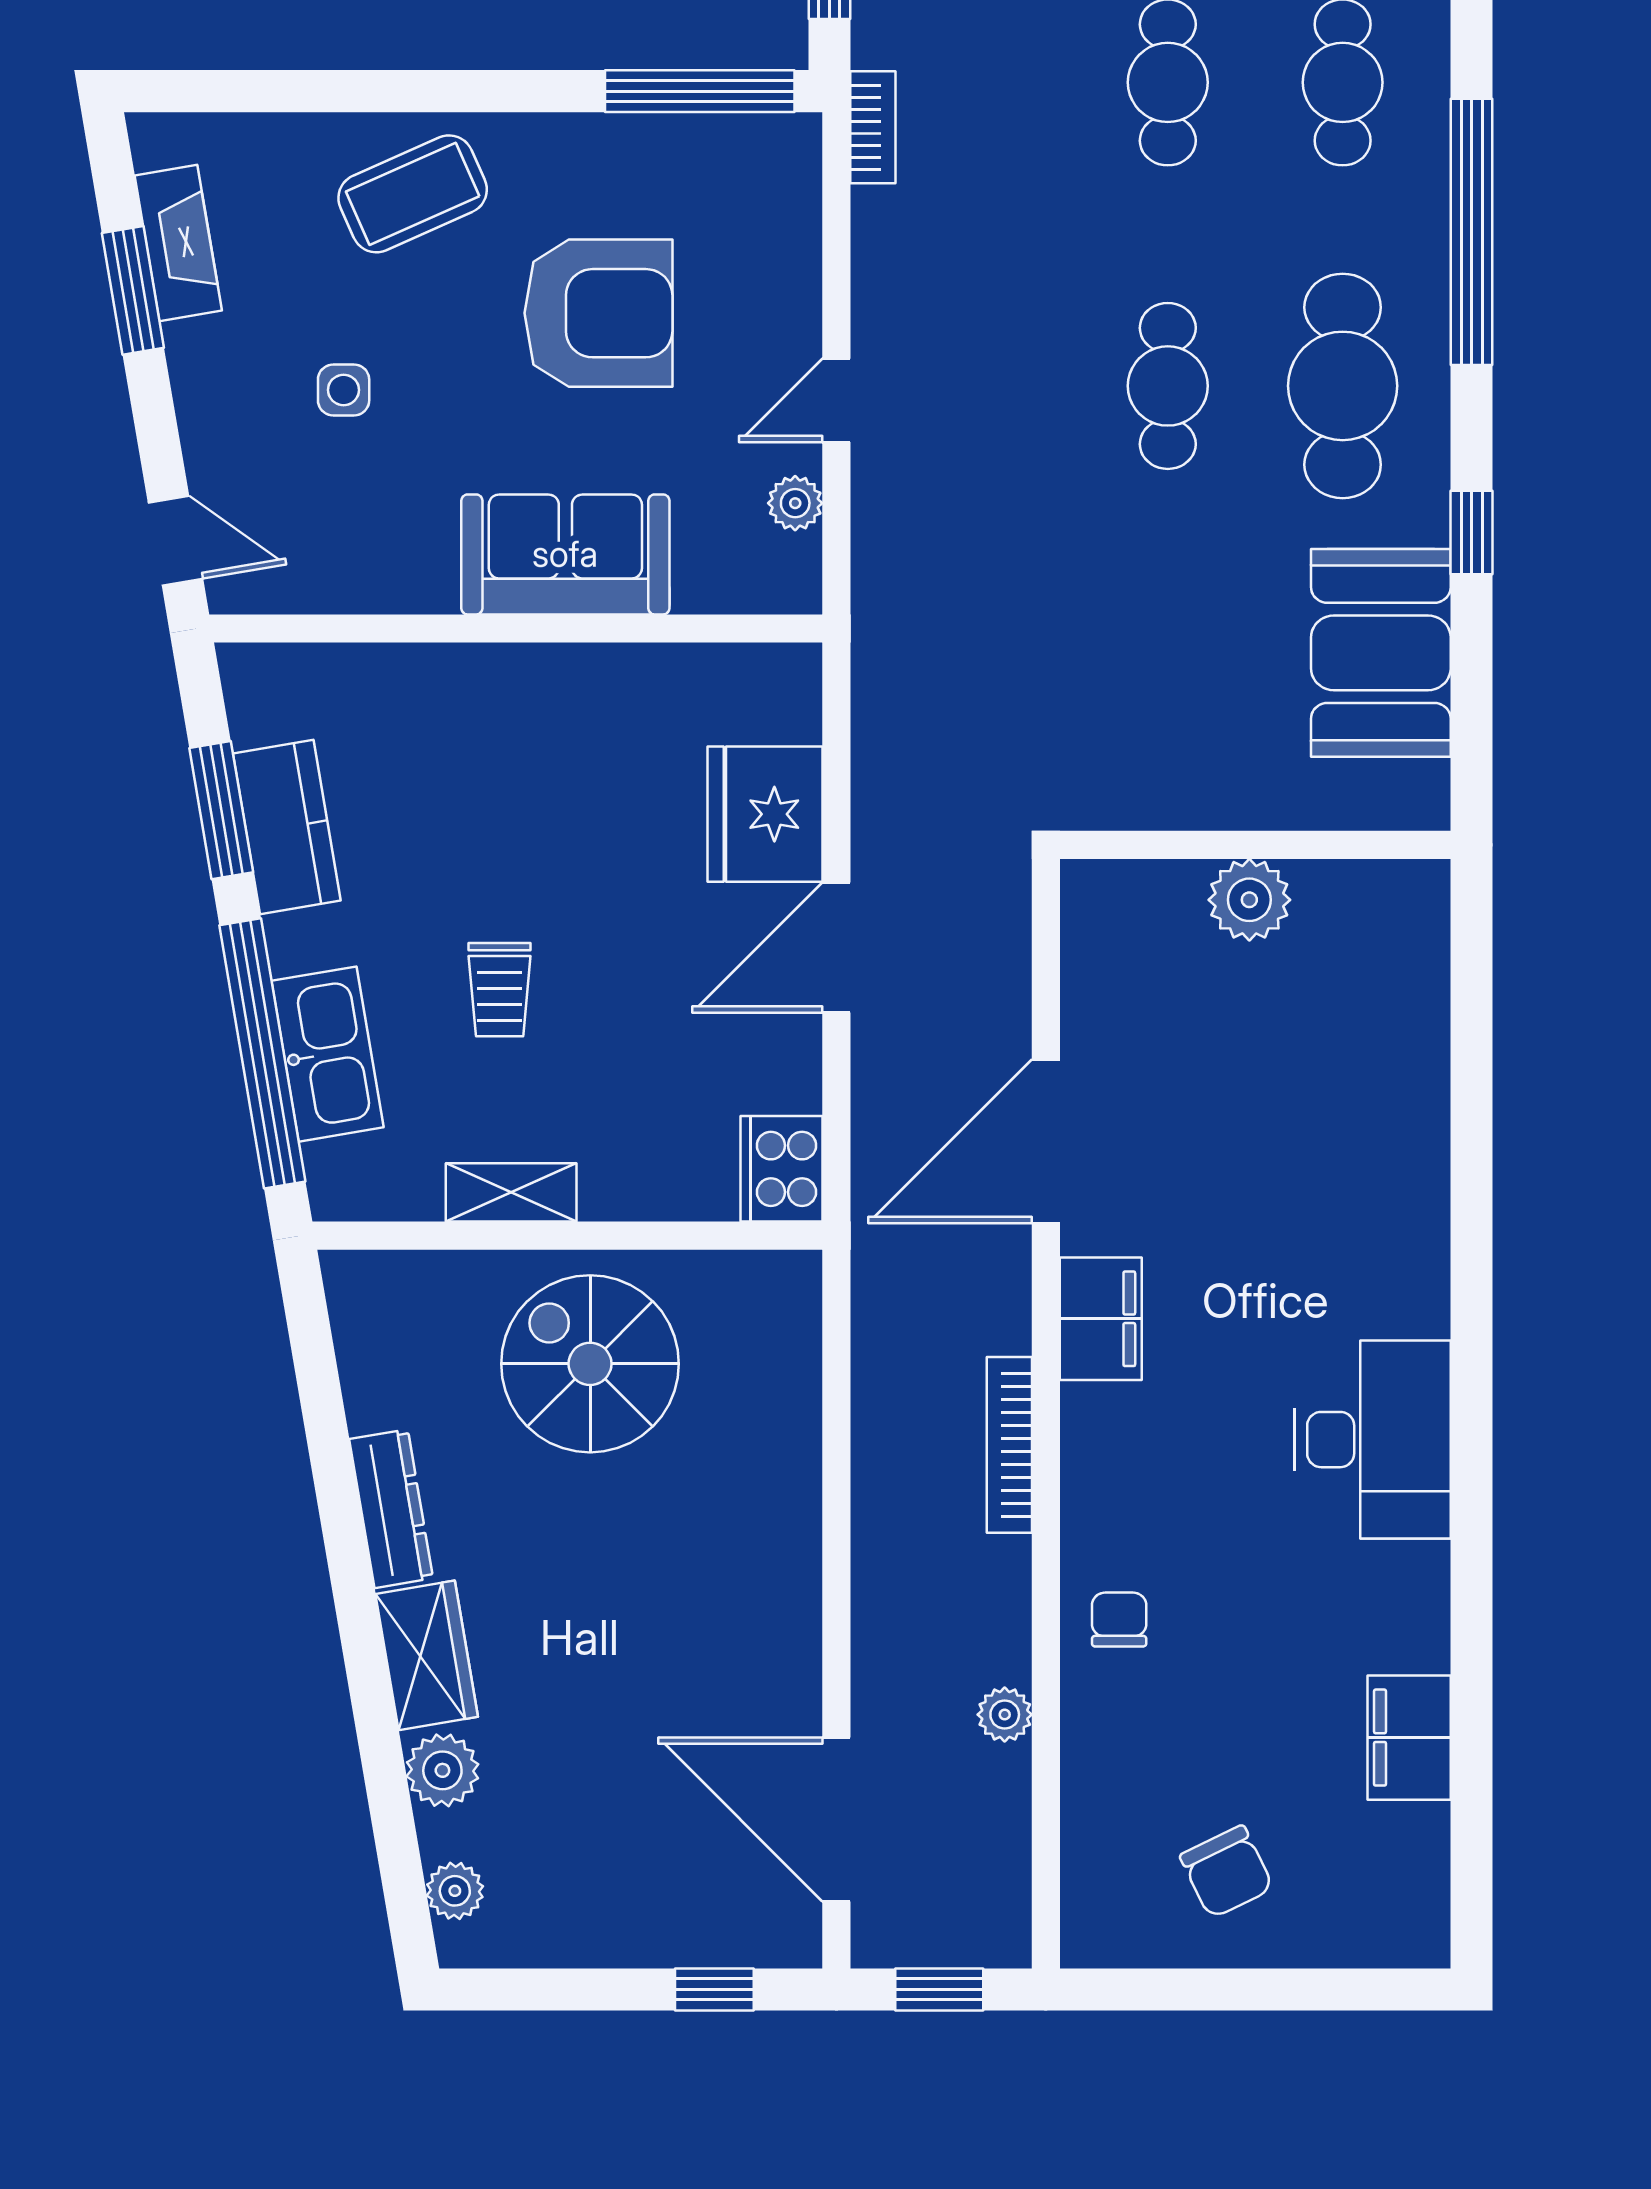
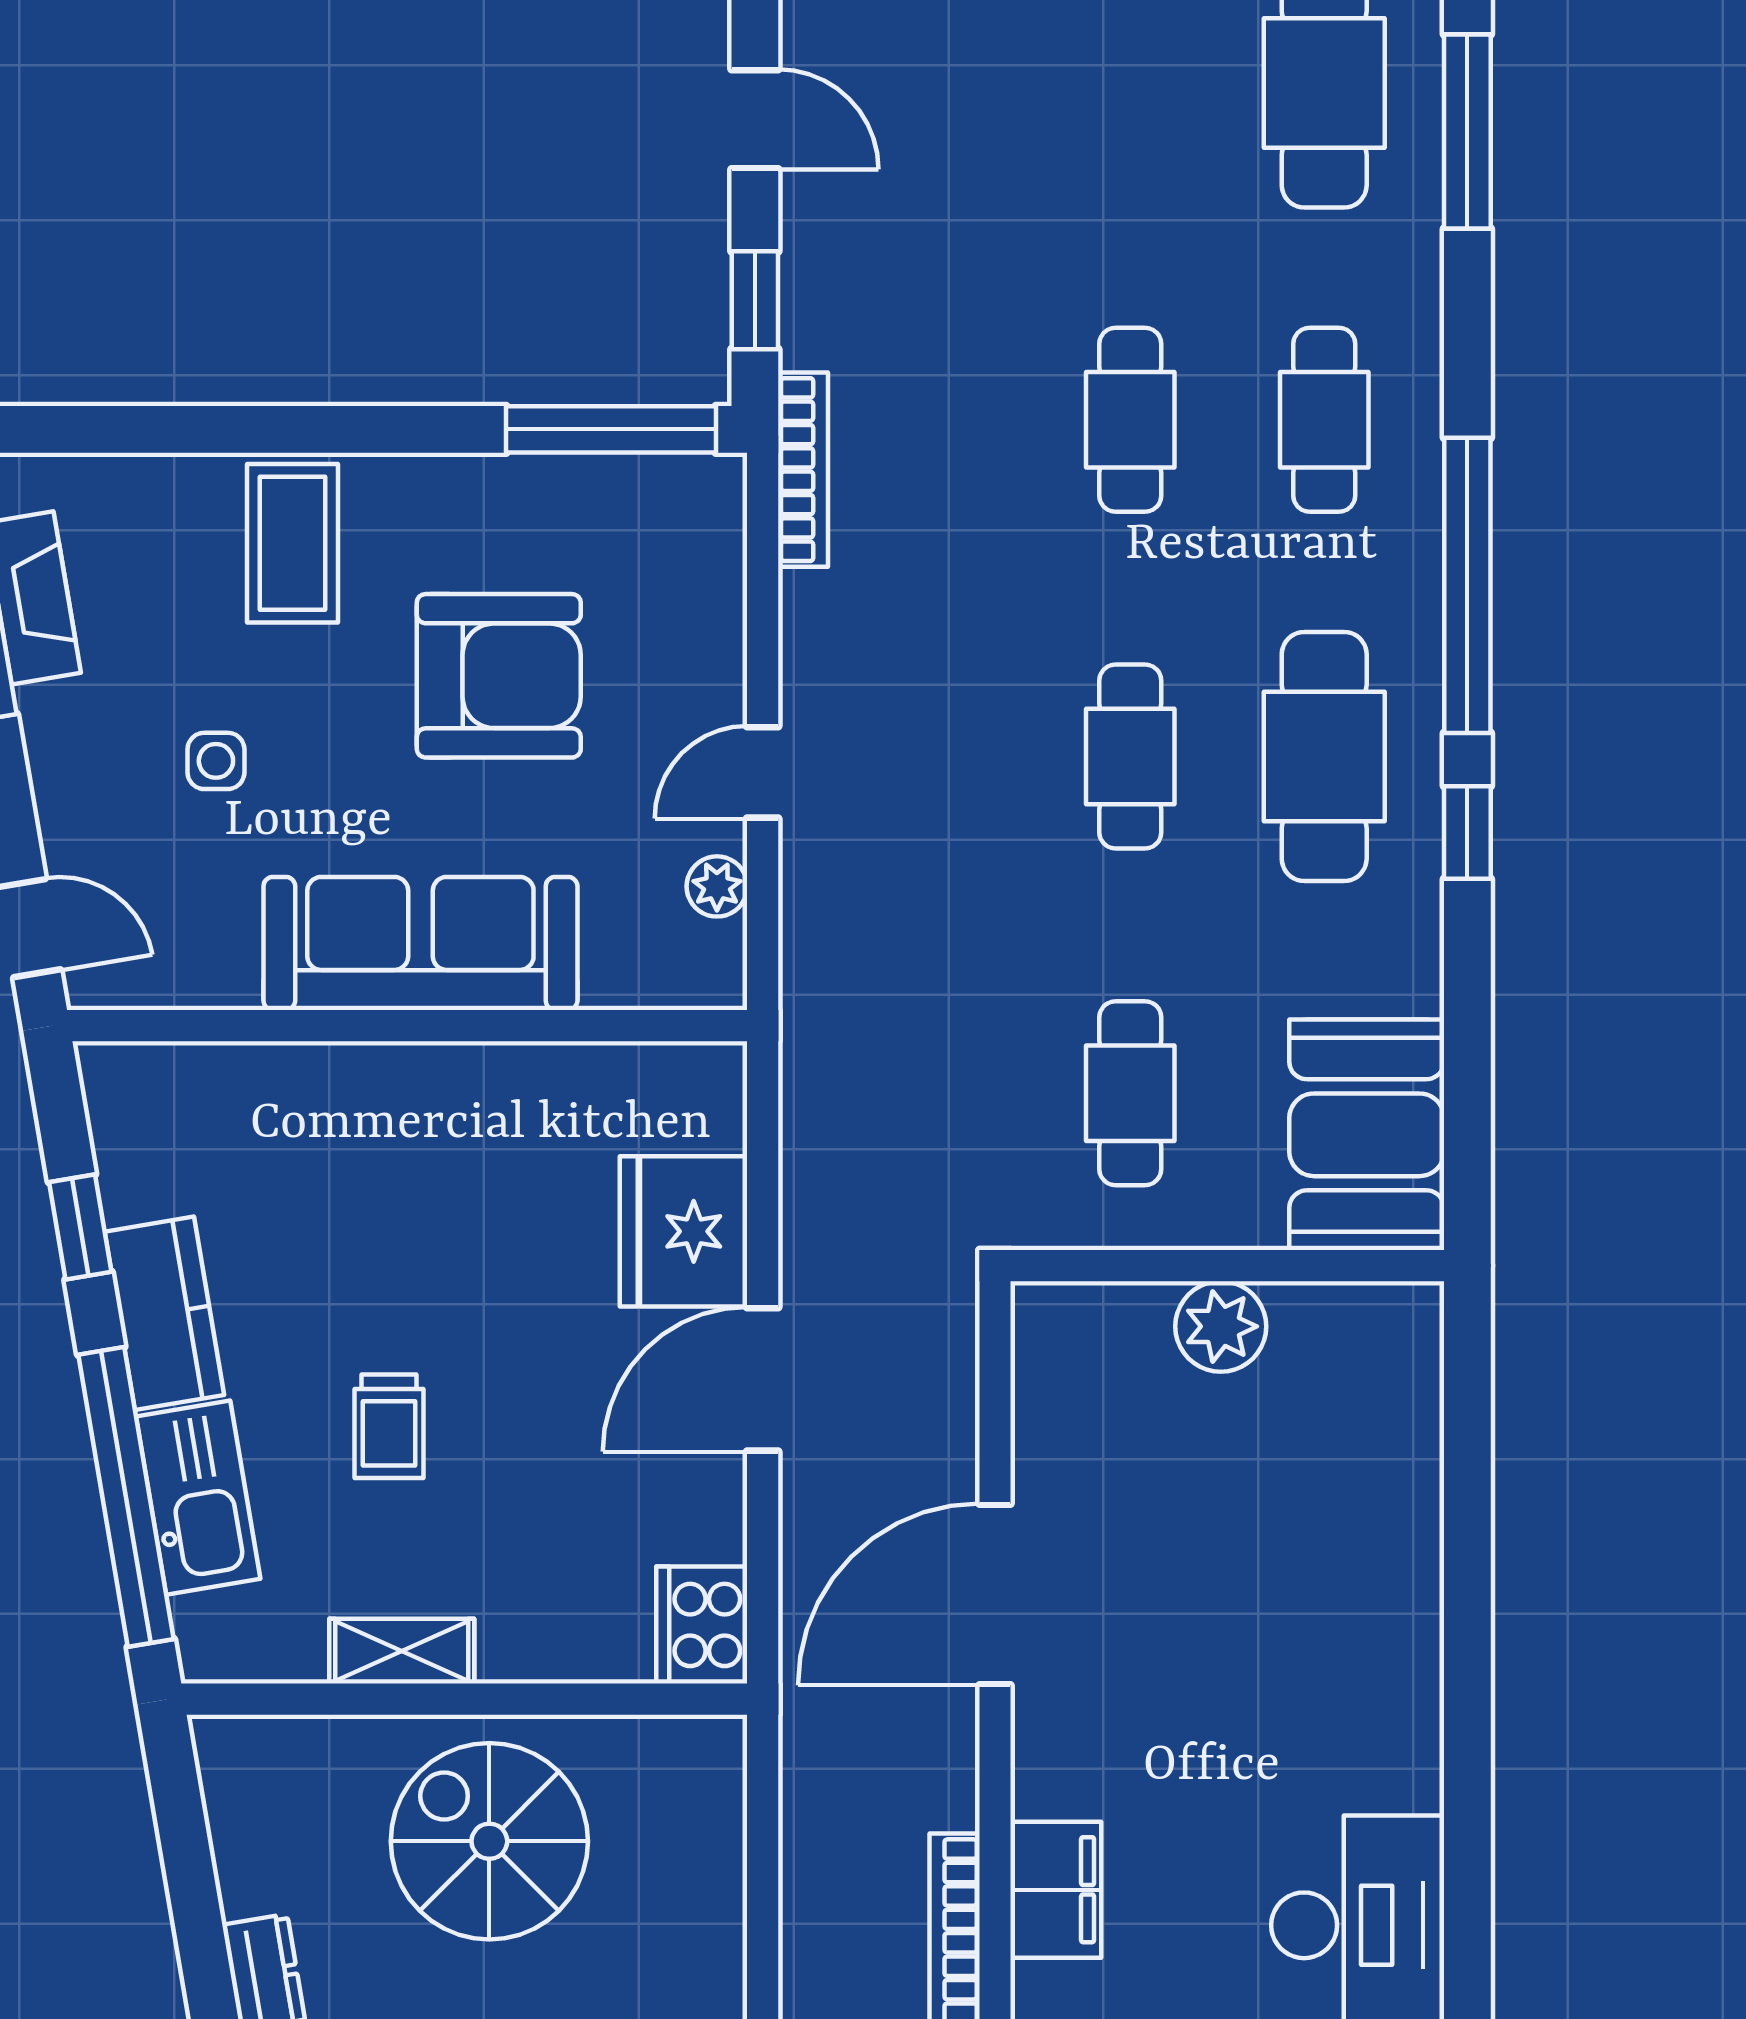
bookcase: (873, 127) -> (803, 470), width x1.56
coffee table: (413, 194) -> (293, 543), turned -66
window: (1472, 532) -> (1467, 832), moved
sofa: (565, 554) -> (420, 943), width x1.36
booth: (1381, 653) -> (1367, 1135), moved
cafe table: (1168, 689) -> (1130, 1093), added
window: (221, 810) -> (80, 1227), width x0.67
kitchen counter: (287, 827) -> (164, 1313), moved
filing cabinet: (1101, 1319) -> (1056, 1890), moved

